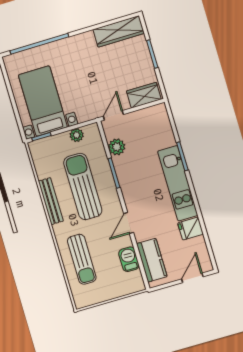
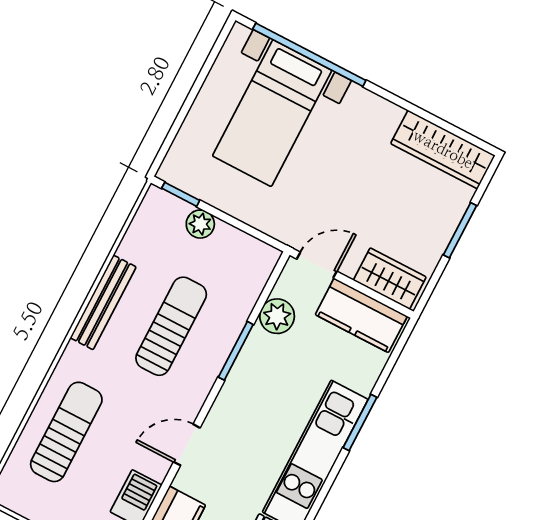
bed with nightstands: (43, 101) -> (272, 113), moved, turned 180
kitchen counter: (146, 118) -> (361, 315), added
plant: (77, 135) -> (200, 224), moved
sun lounger: (83, 186) -> (171, 326), width x0.73, depth x0.75
sun lounger: (82, 259) -> (66, 432), turned 180

